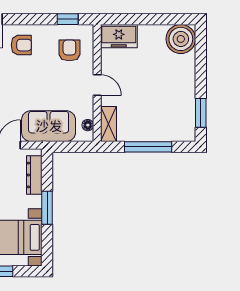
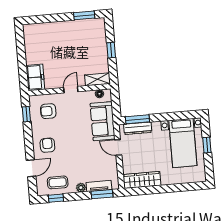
boiler: (181, 39) -> (34, 34), removed
window: (148, 147) -> (111, 50), width x0.46
window: (47, 208) -> (137, 119), moved

